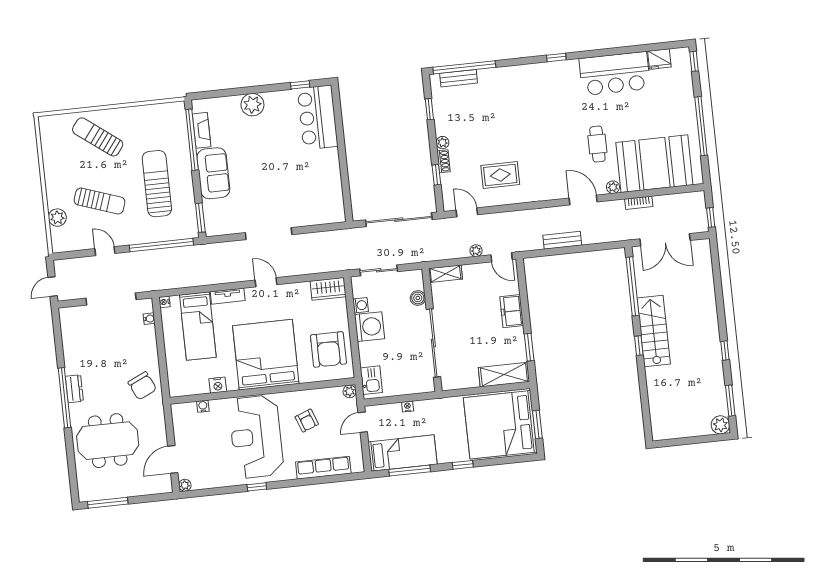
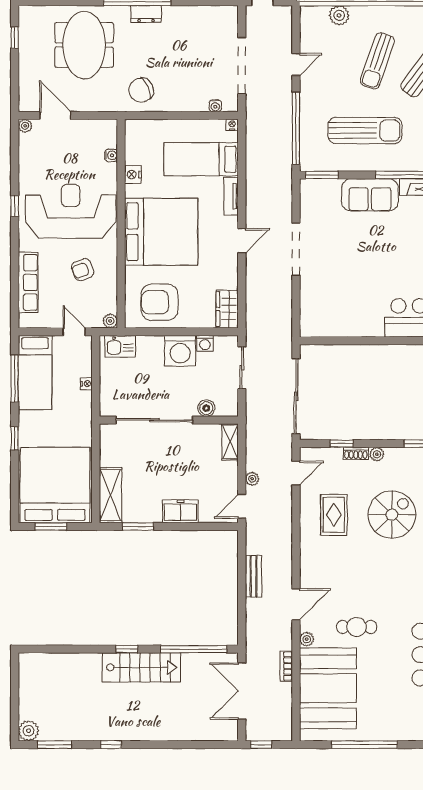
spiral stairs: (495, 123) -> (392, 515), added
sun lounger: (100, 201) -> (377, 61), moved
window: (108, 503) -> (15, 38), width x0.46

